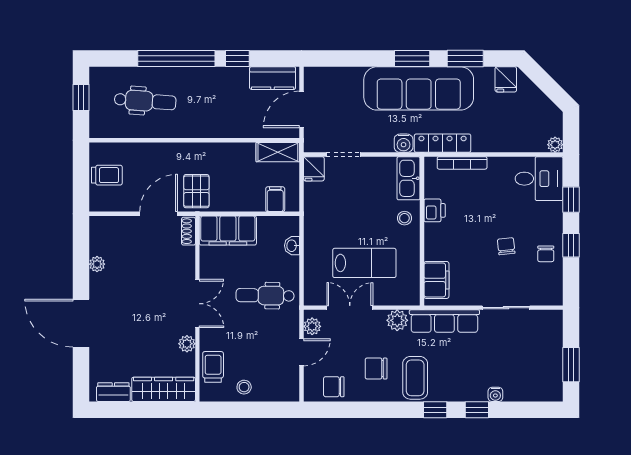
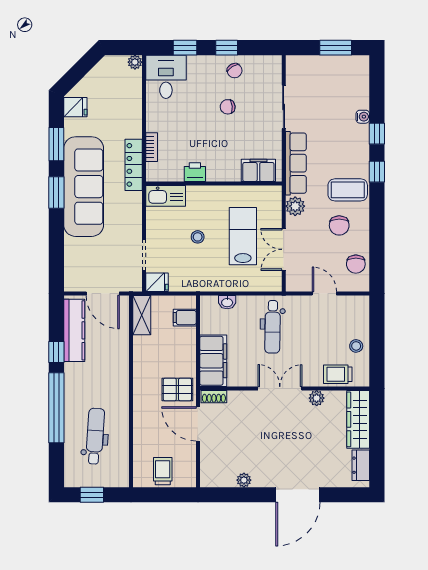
kitchen counter: (273, 78) -> (74, 330), width x1.50
water cooler: (404, 143) -> (134, 200), removed
bookcase: (462, 163) -> (152, 147), width x0.64
stool: (404, 218) -> (198, 237), moved
chair: (546, 254) -> (235, 71), turned 59
plant: (312, 326) -> (301, 284), removed

